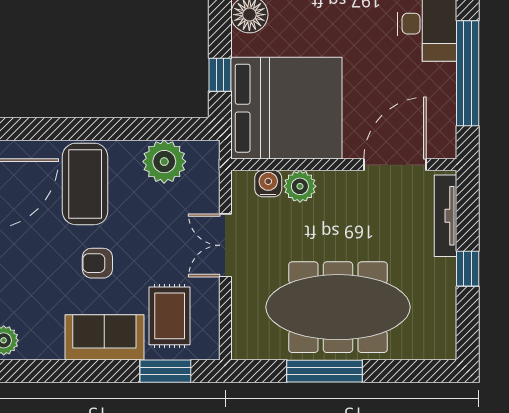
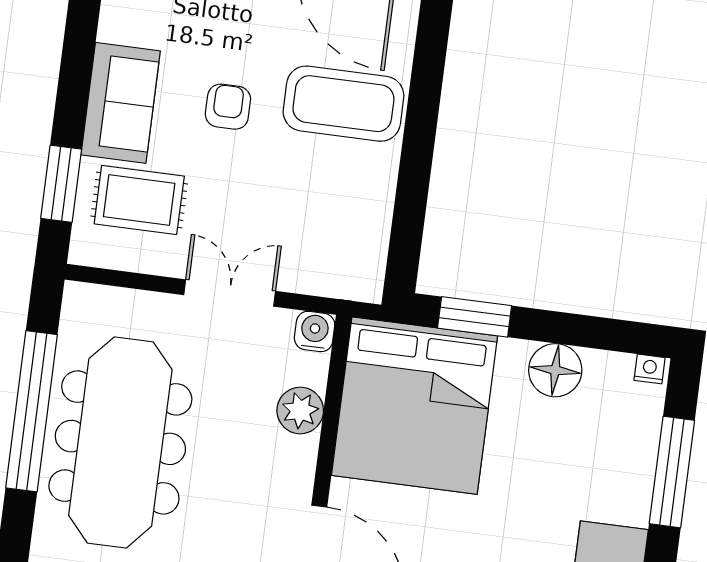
window: (220, 75) -> (475, 317), width x1.50
plant: (164, 162) -> (361, 221), removed
water cooler: (268, 184) -> (315, 331), moved, turned -90
window: (324, 371) -> (31, 411), width x1.46

